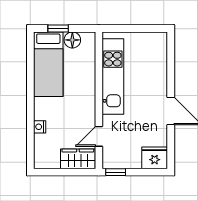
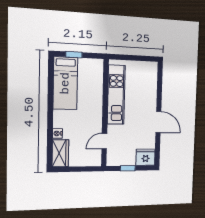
floor lamp: (72, 40) -> (85, 65), removed
wardrobe: (78, 159) -> (60, 153), moved, turned 90
window: (116, 172) -> (128, 168), moved

